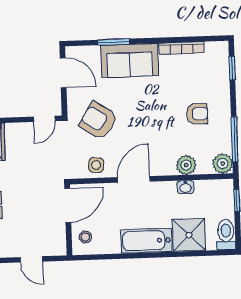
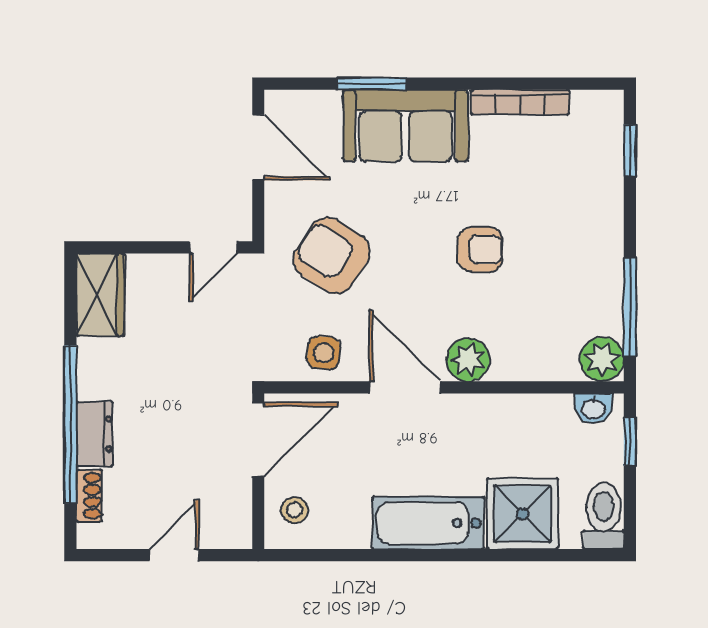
armchair: (197, 114) -> (480, 249), moved
plant: (186, 165) -> (468, 360), moved
door: (134, 179) -> (405, 387), hinge flipped
washbasin: (186, 187) -> (593, 408), moved
door: (31, 259) -> (174, 555), swing flipped

